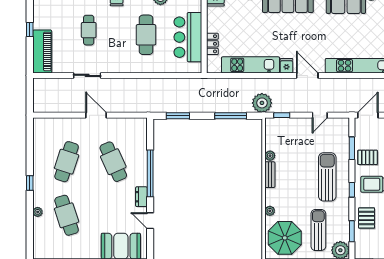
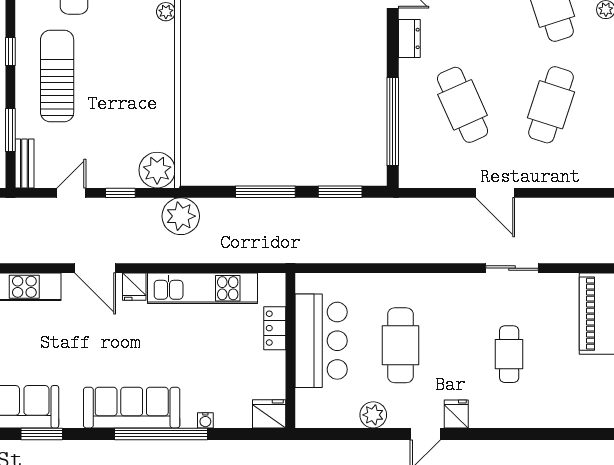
window: (282, 115) -> (120, 193), moved
window: (231, 116) -> (265, 192), moved
plant: (270, 156) -> (157, 170), moved, width x1.87, depth x1.87
window: (150, 173) -> (393, 121), moved
bench: (270, 175) -> (25, 164), moved
sun lounger: (327, 177) -> (57, 76), turned 180

